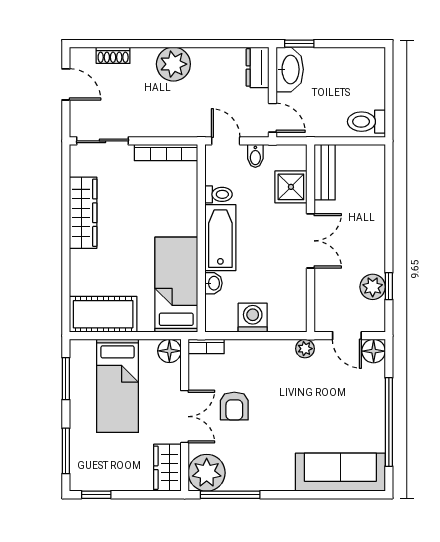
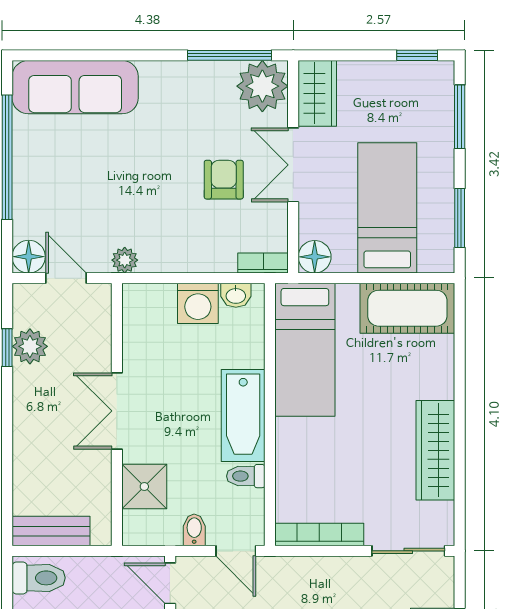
bench: (325, 172) -> (51, 531), moved, turned 90
washbasin: (213, 283) -> (236, 295), moved, turned -90

